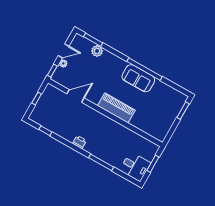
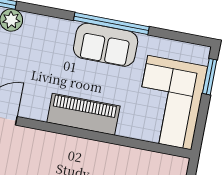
corner sofa: (160, 117) -> (170, 103), added

